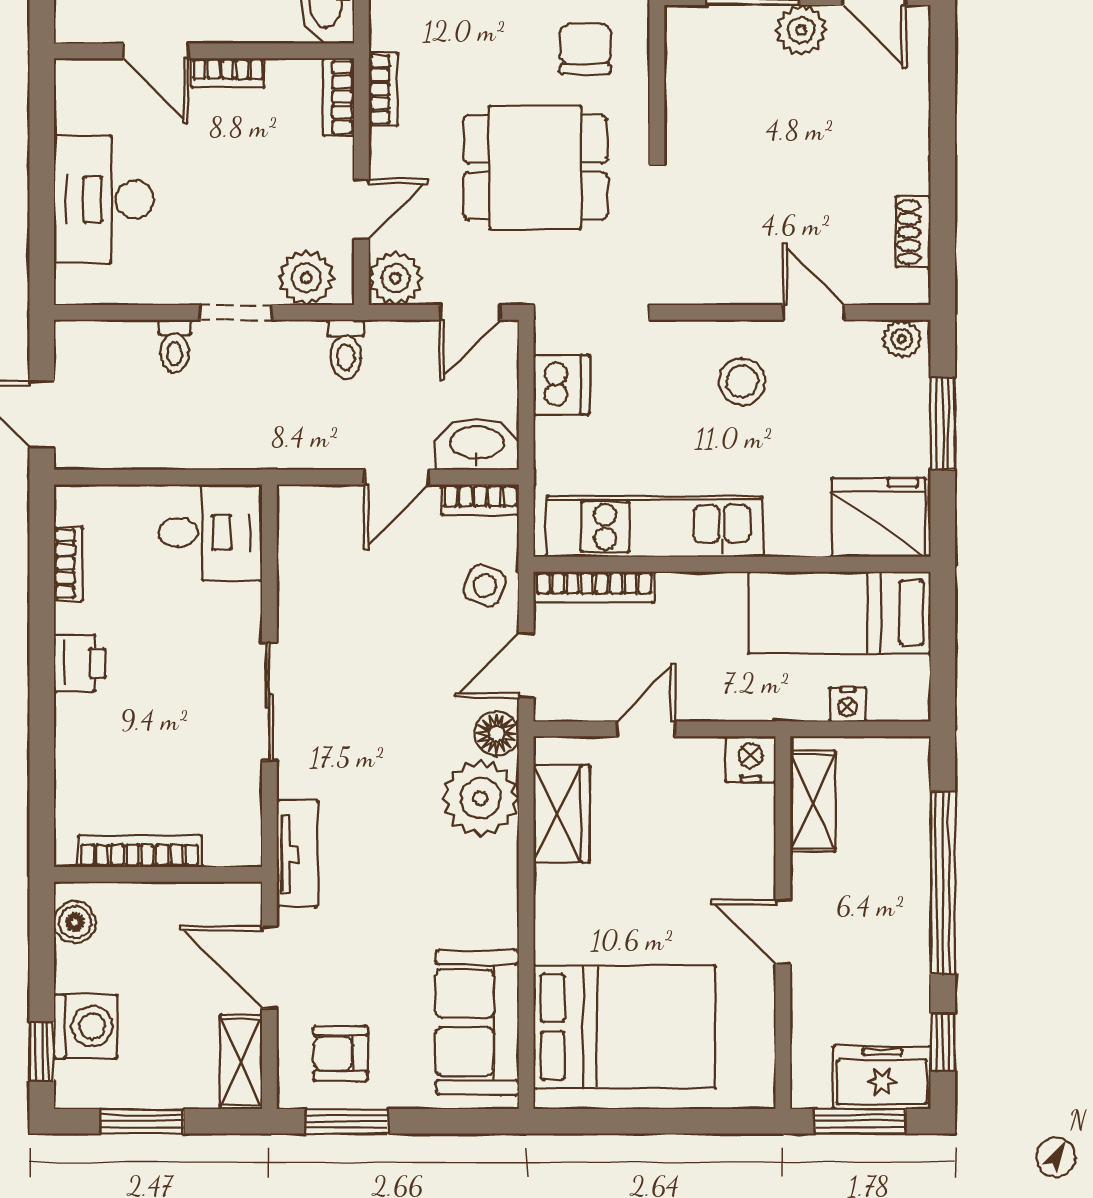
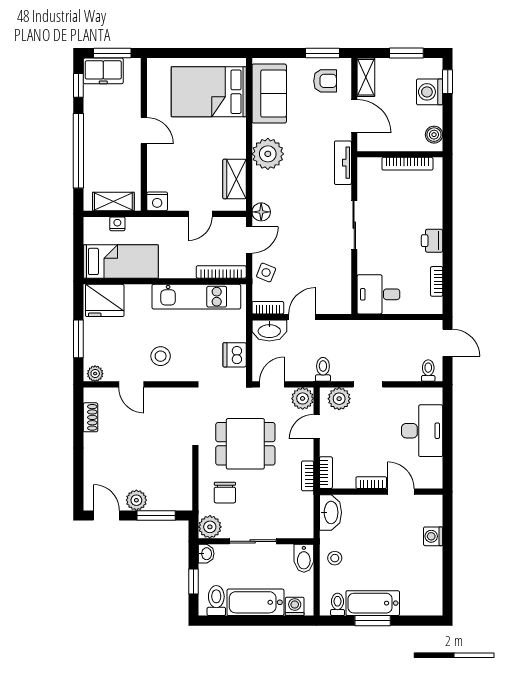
toilet: (175, 346) -> (428, 371), moved
plant: (480, 798) -> (268, 154), moved
shelving: (813, 801) -> (113, 202), moved, turned 90

